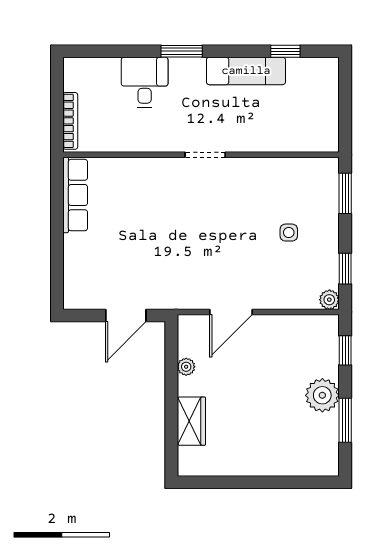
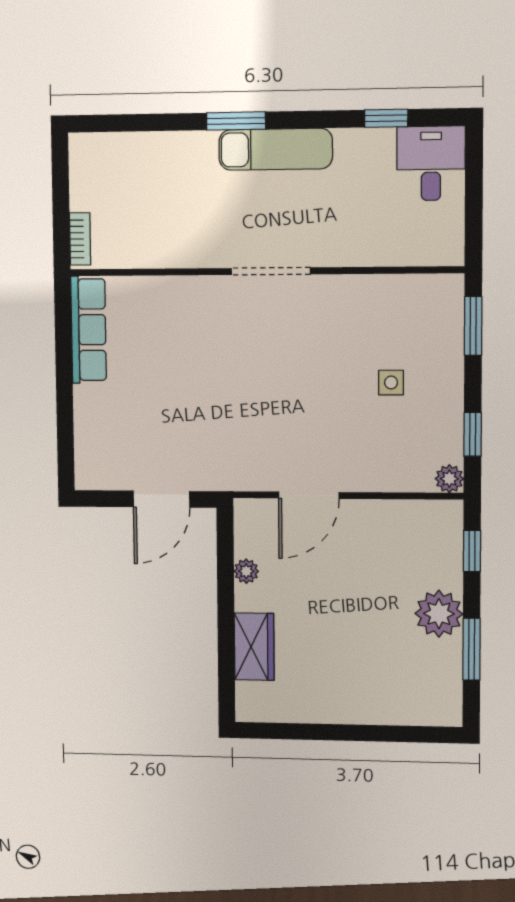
exam couch: (246, 71) -> (276, 149), moved
desk: (145, 82) -> (431, 163), moved
bookcase: (70, 121) -> (80, 239), width x0.64
doorway: (205, 155) -> (271, 271), width x1.38

